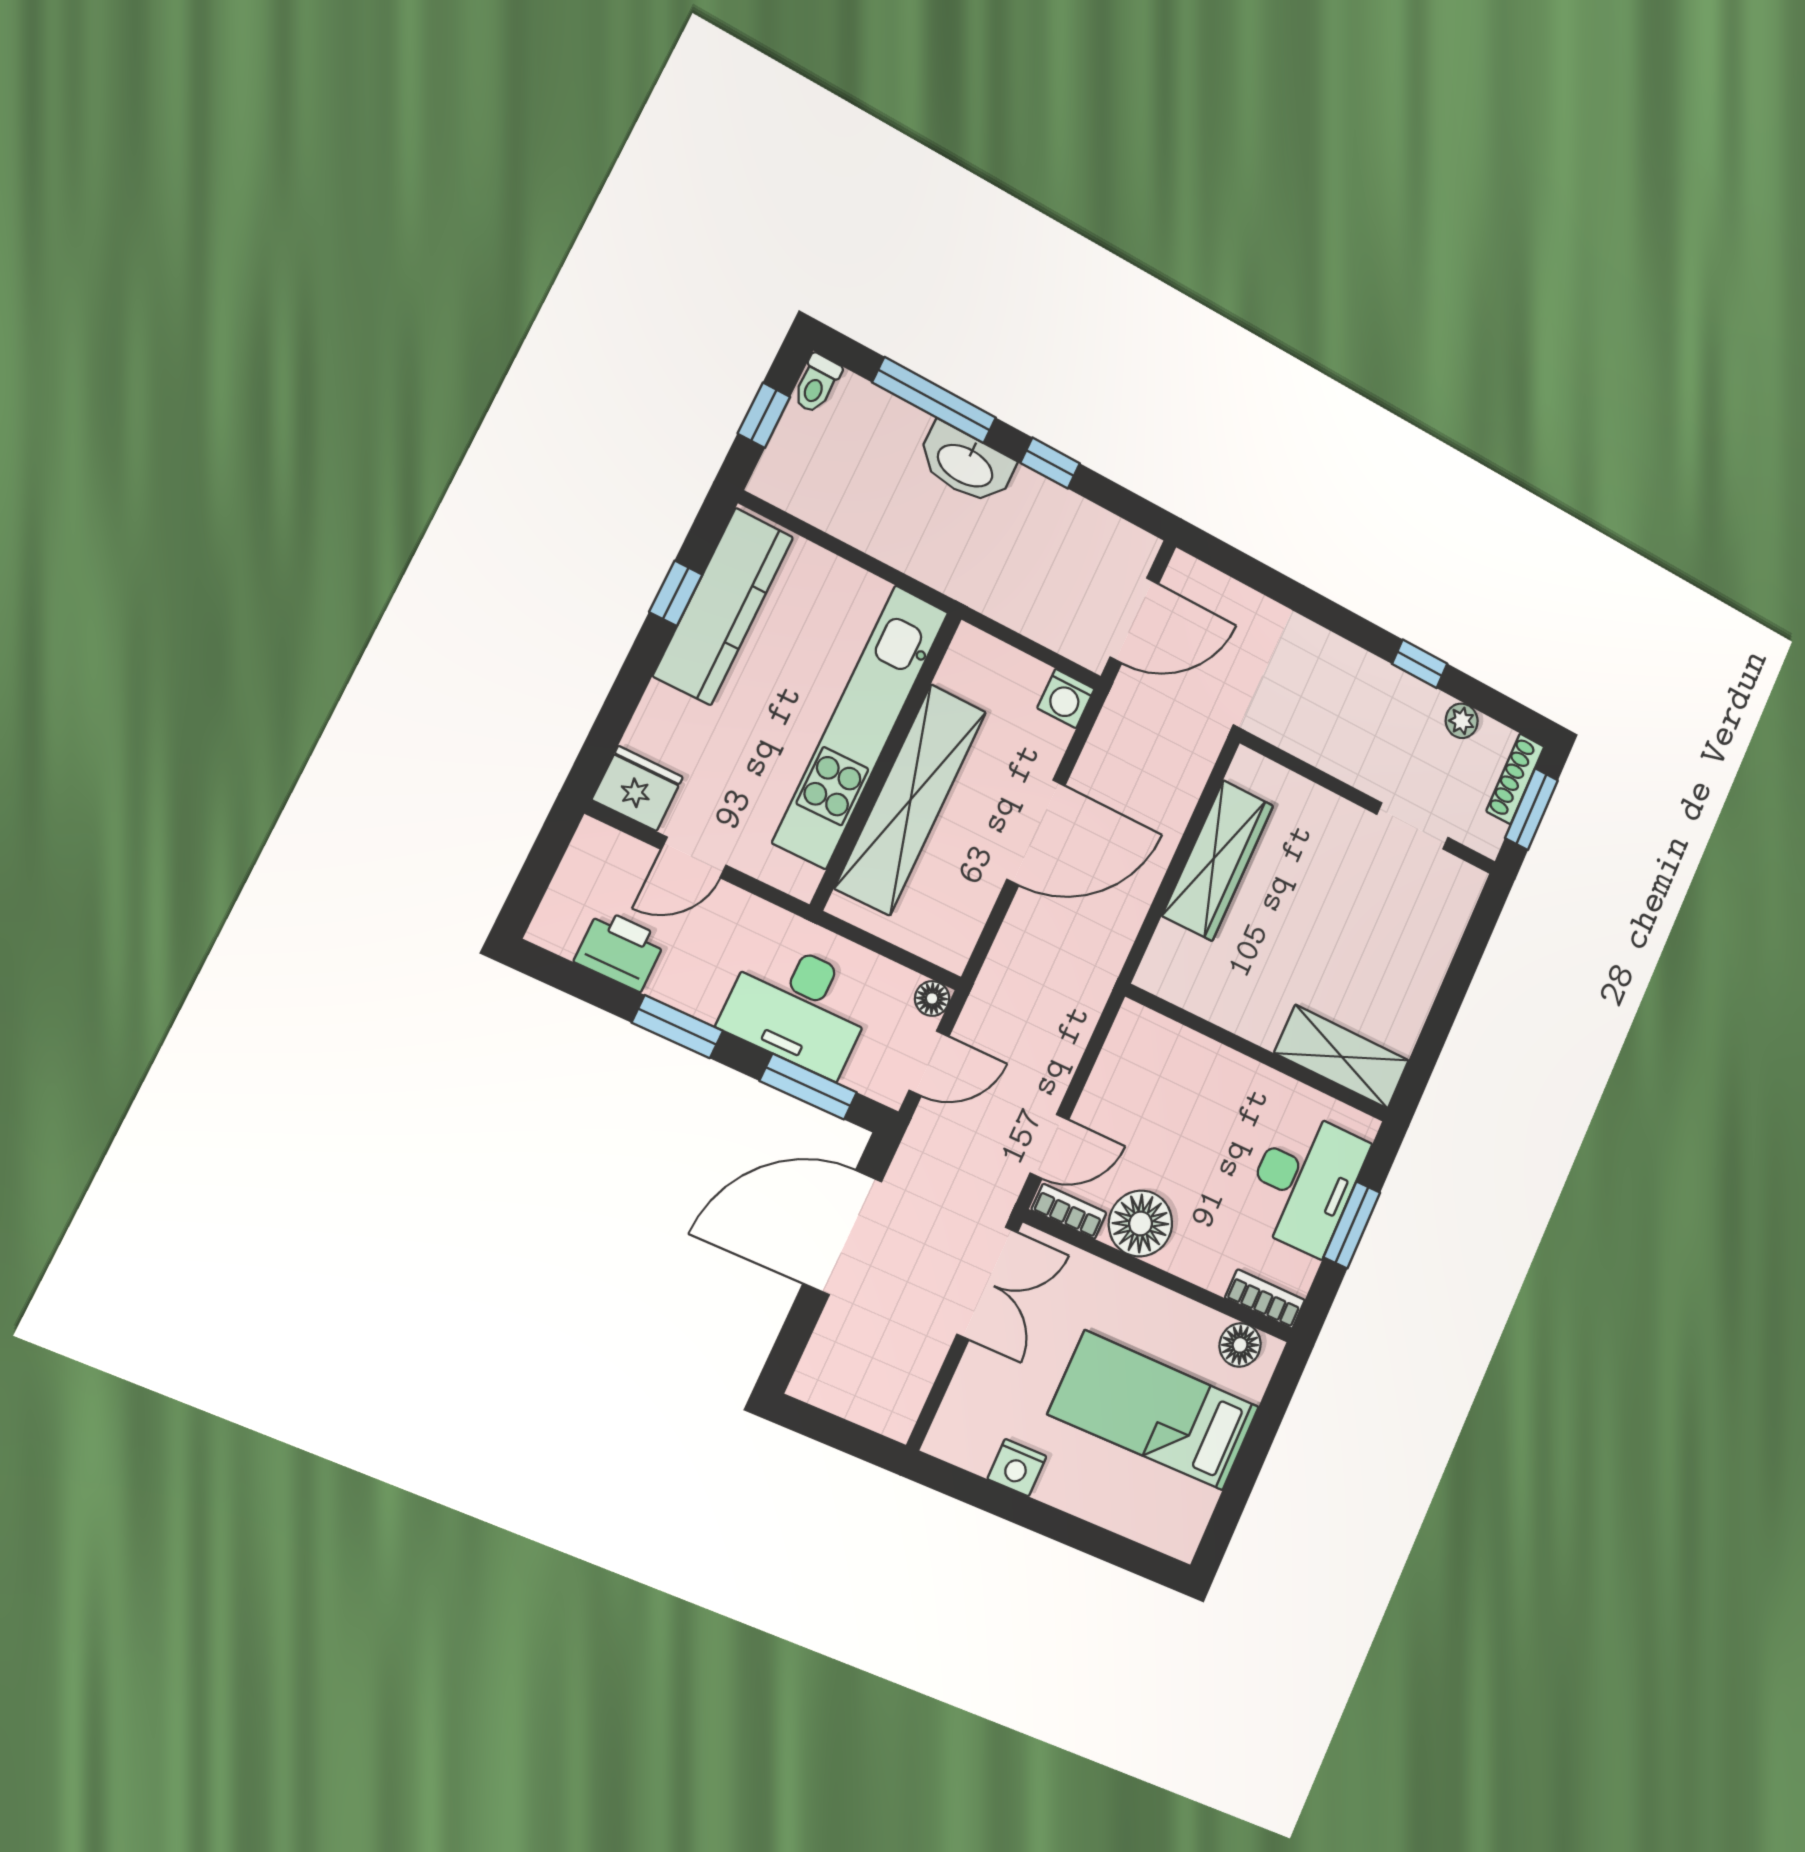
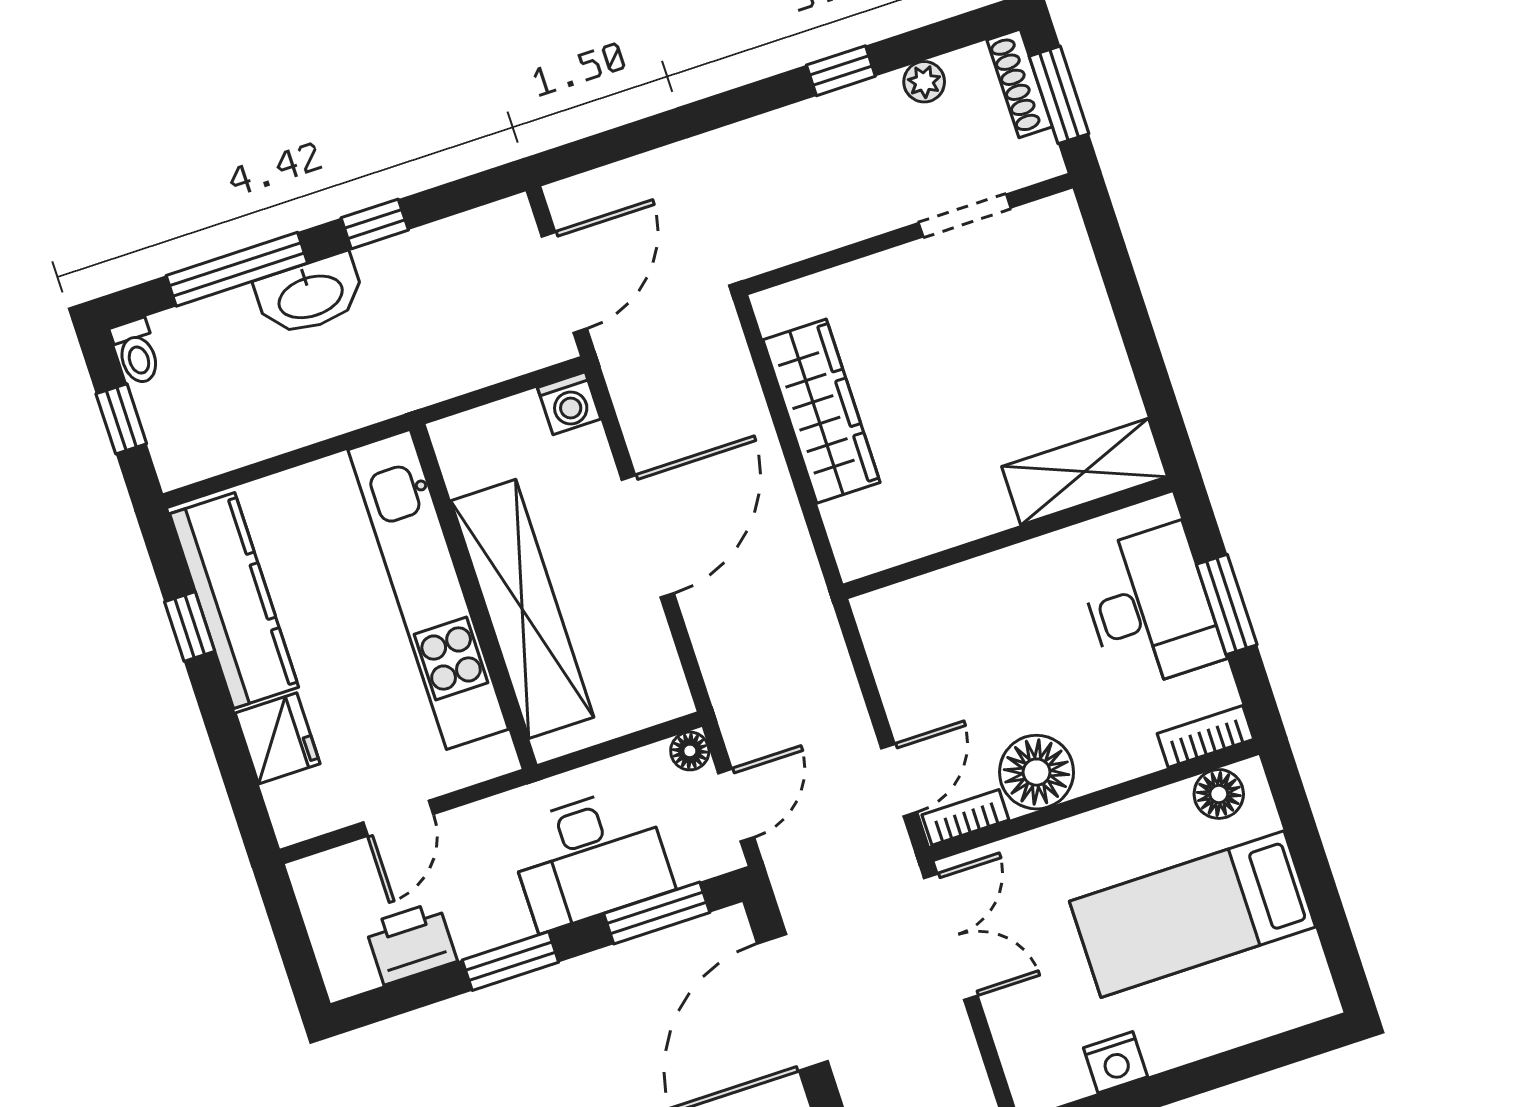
fridge: (637, 788) -> (278, 738), moved, turned 90

